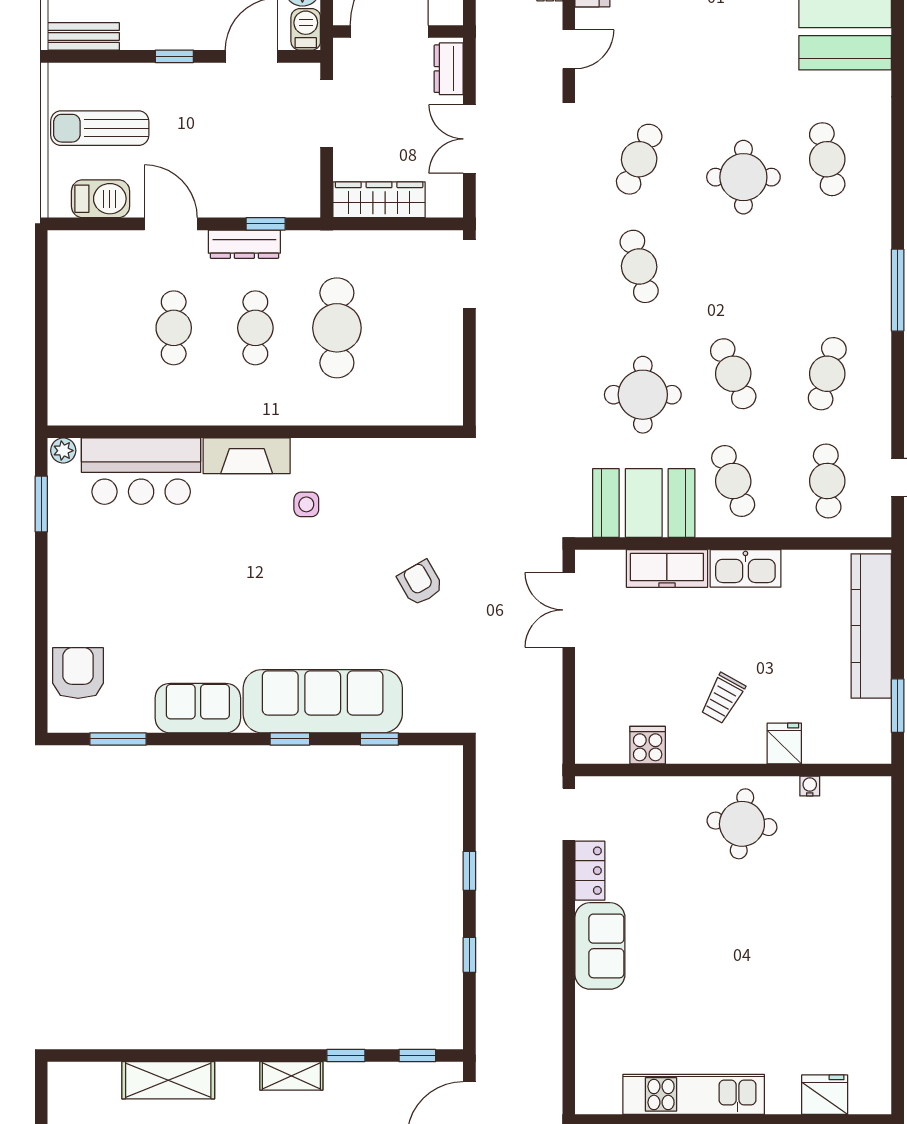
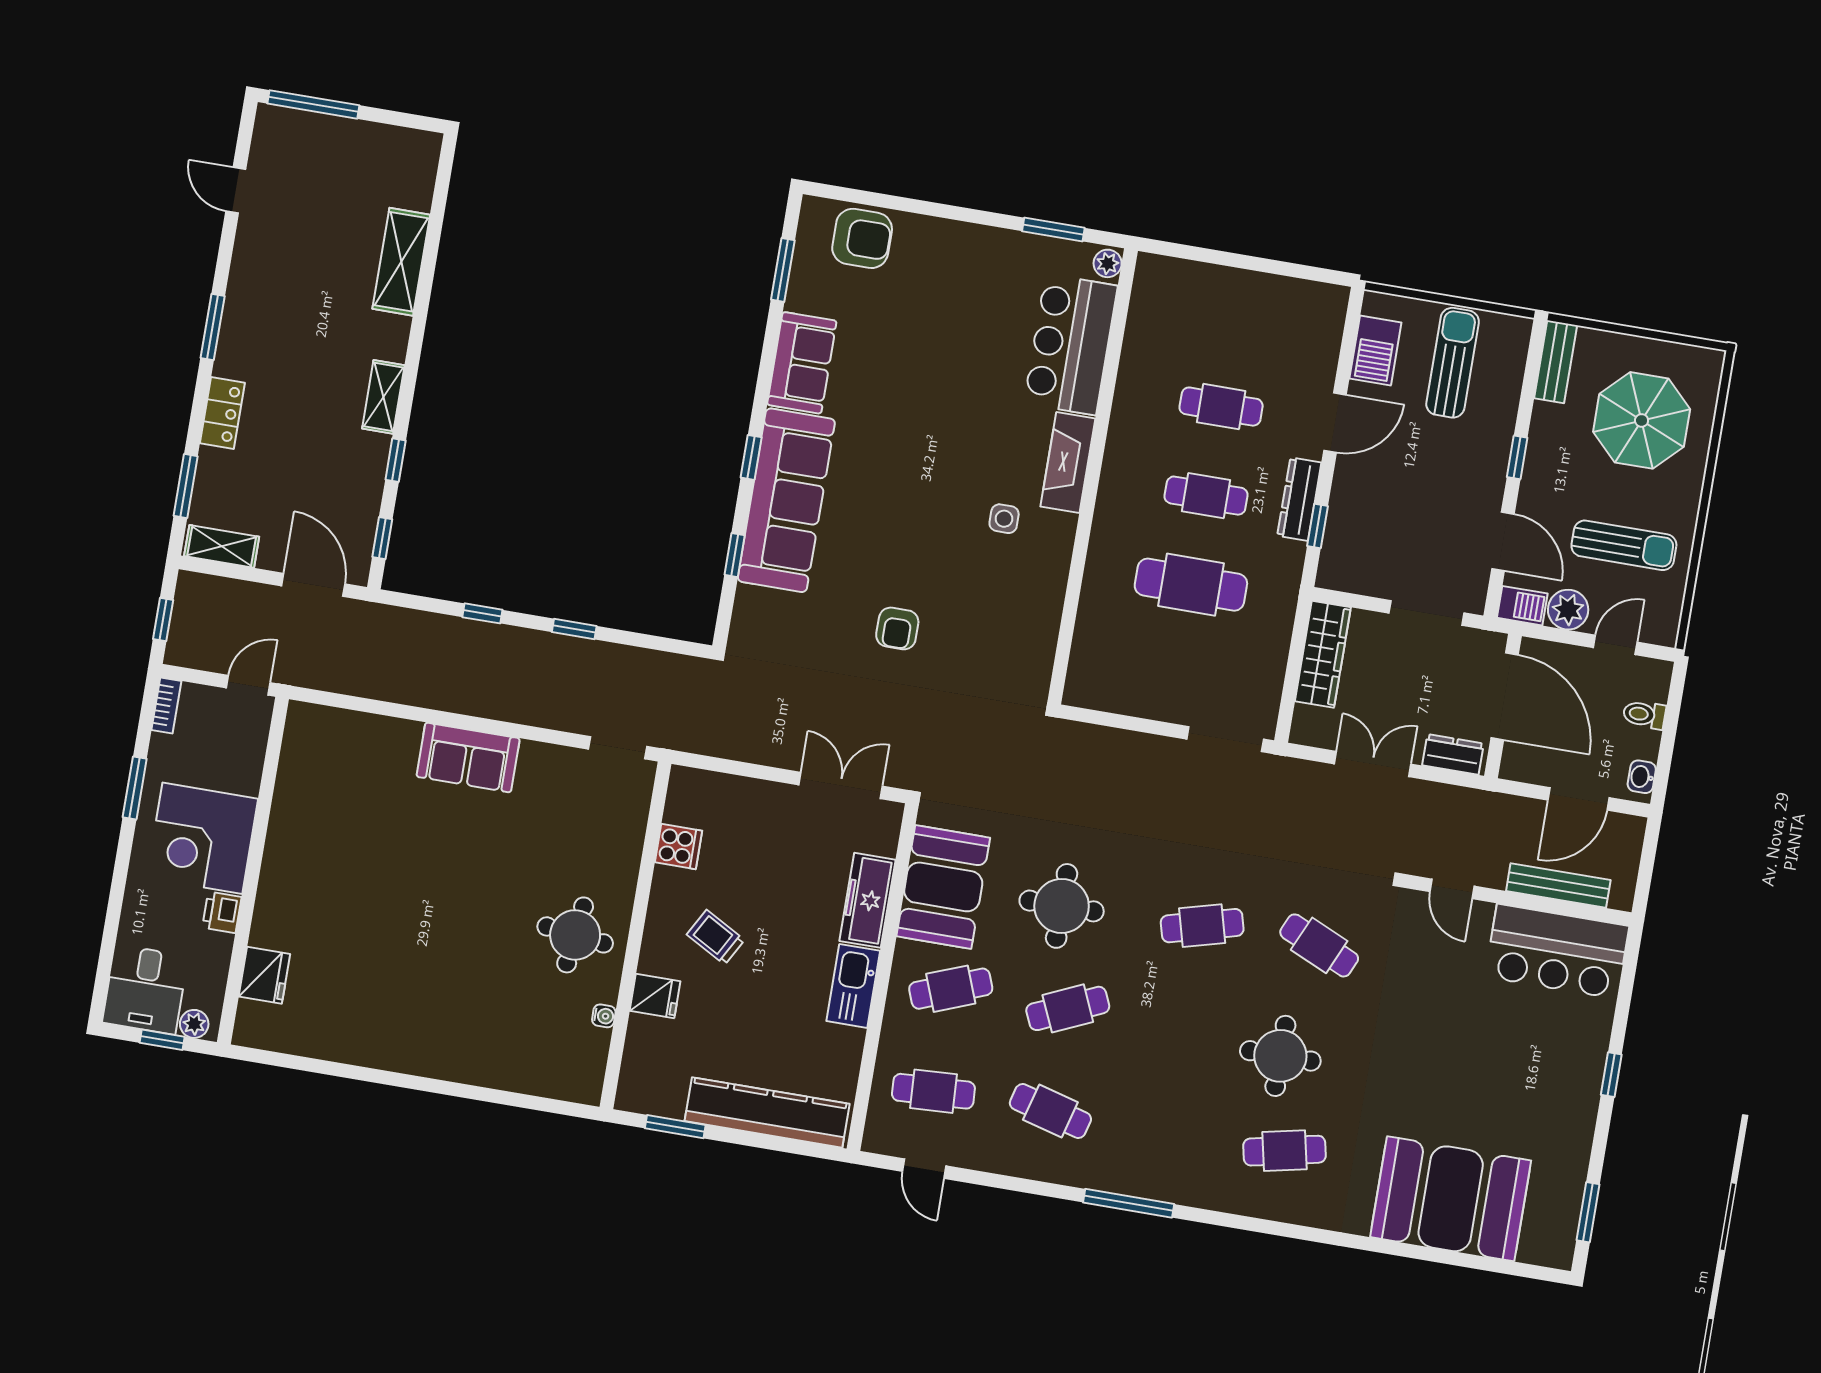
armchair: (420, 583) -> (897, 628), turned 120
locker: (590, 871) -> (552, 760), removed
kitchen unit: (694, 1094) -> (289, 832), removed

